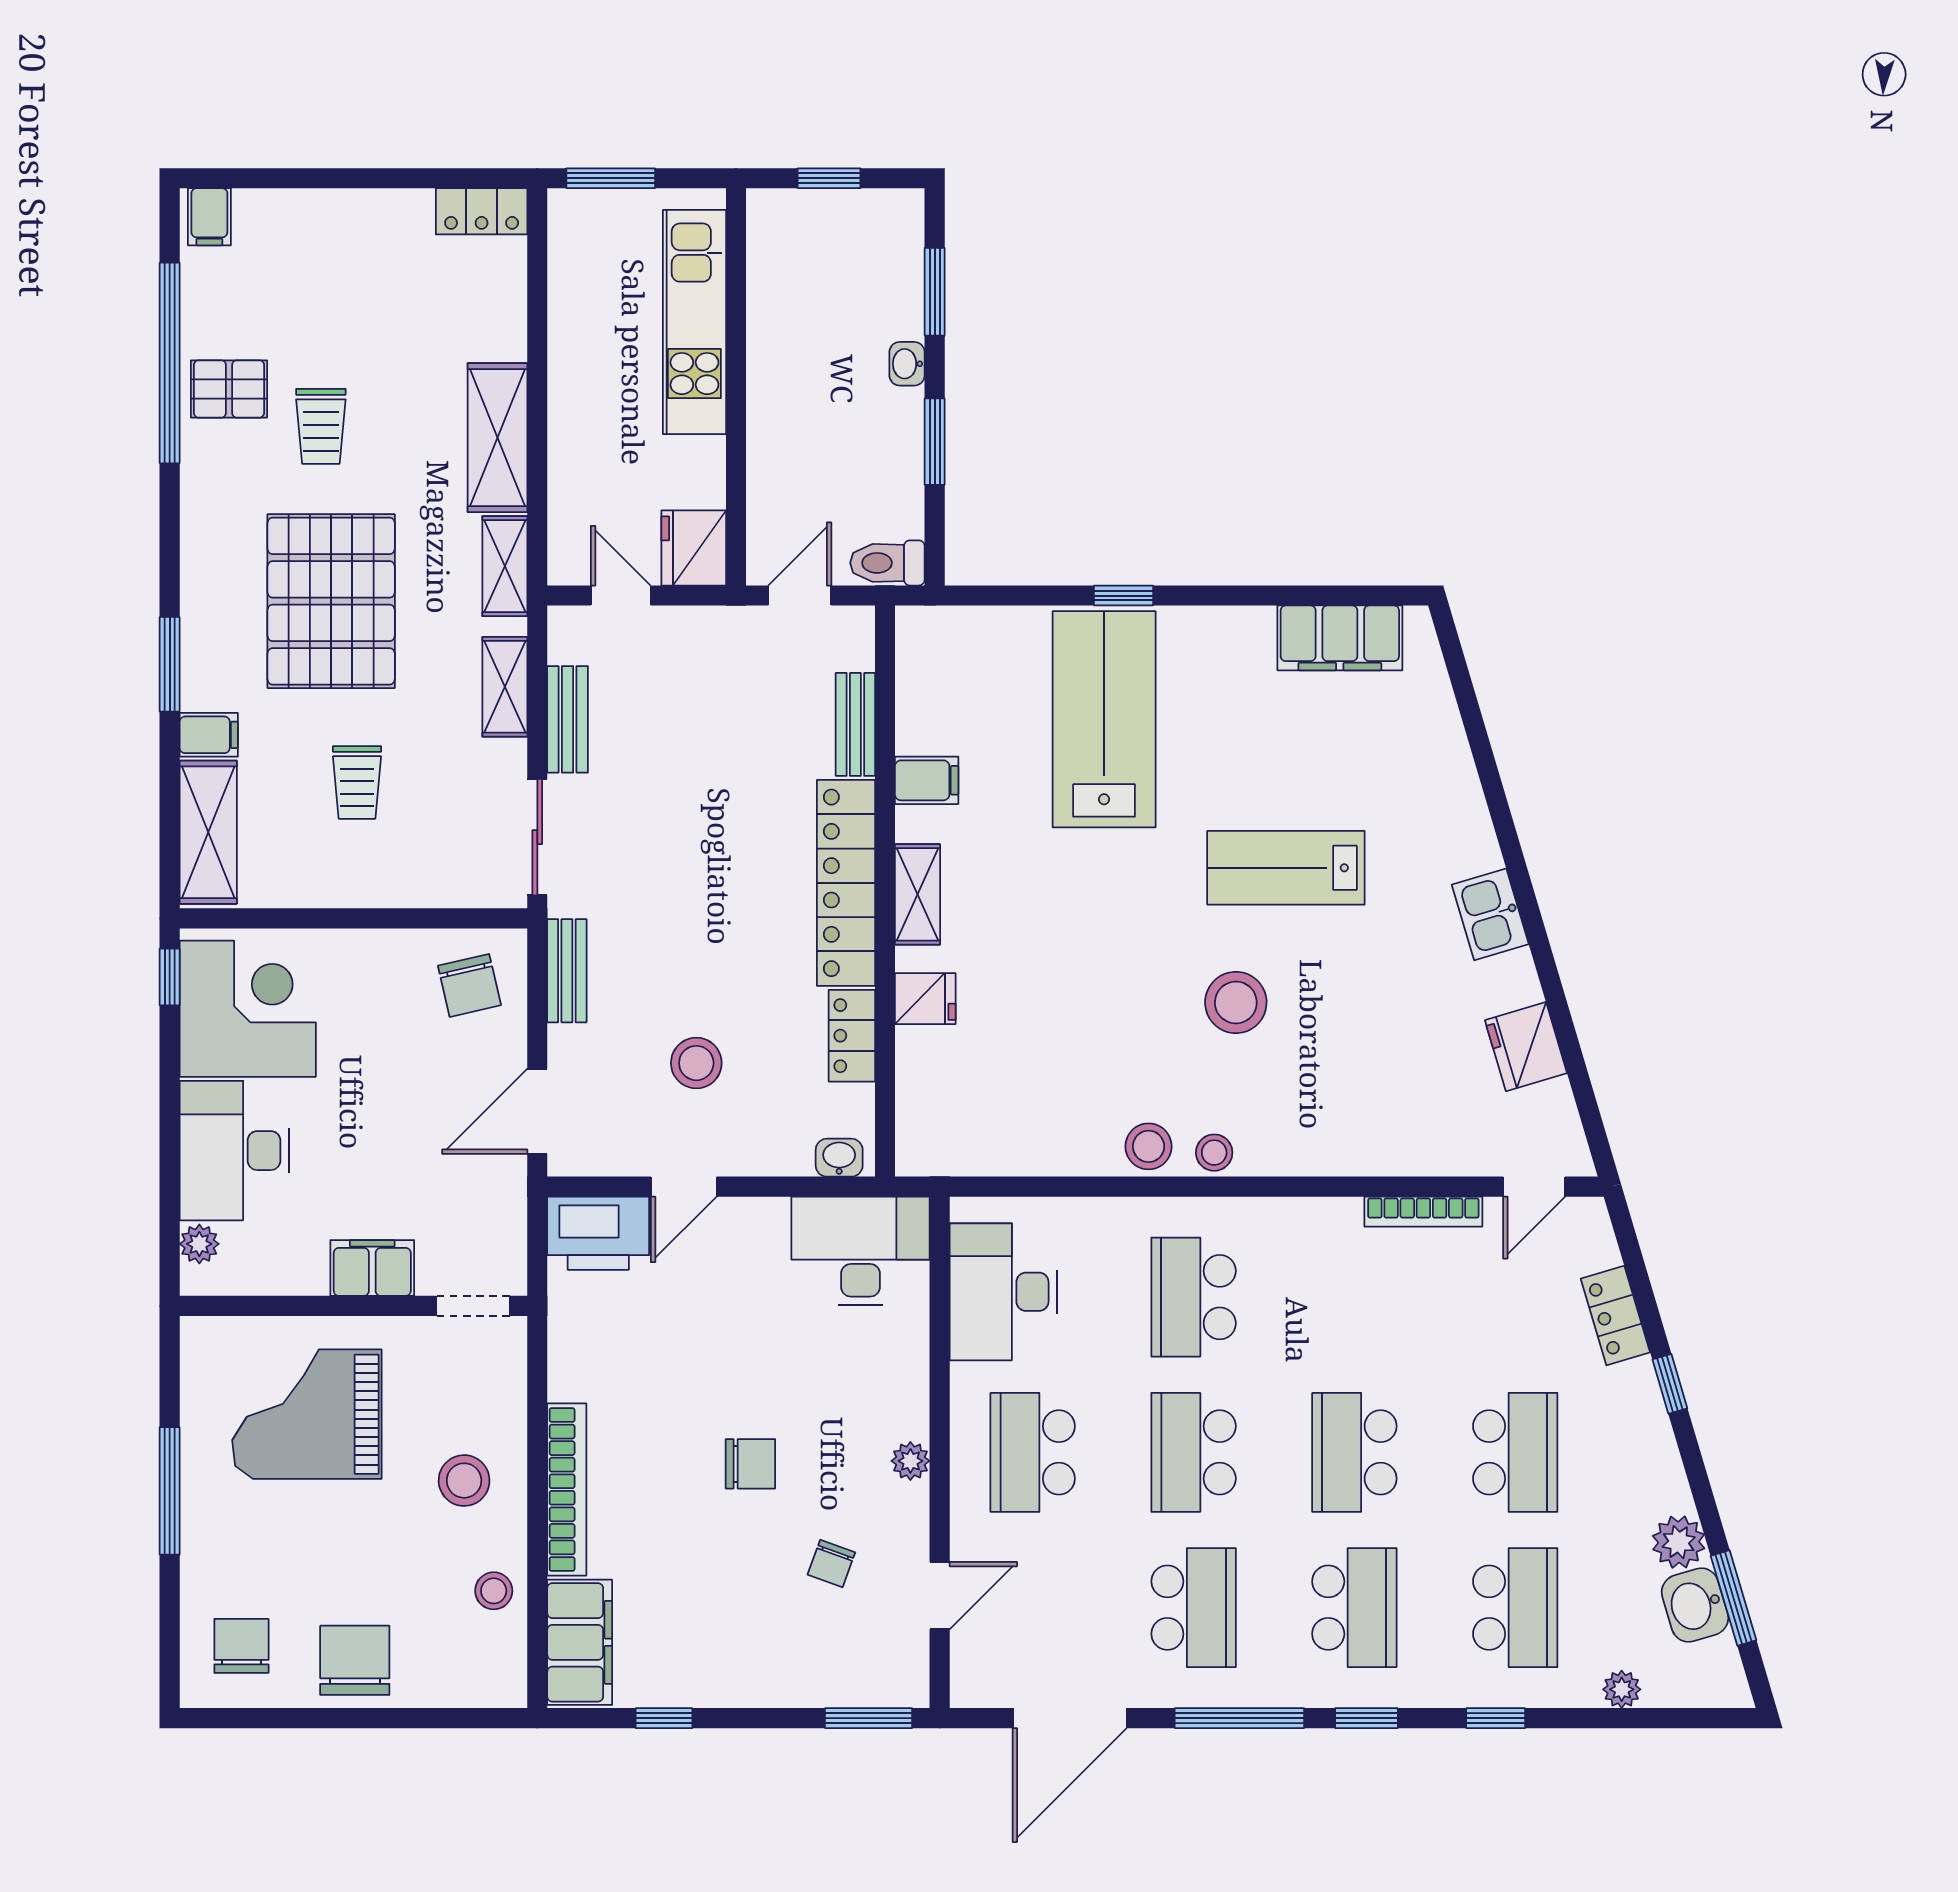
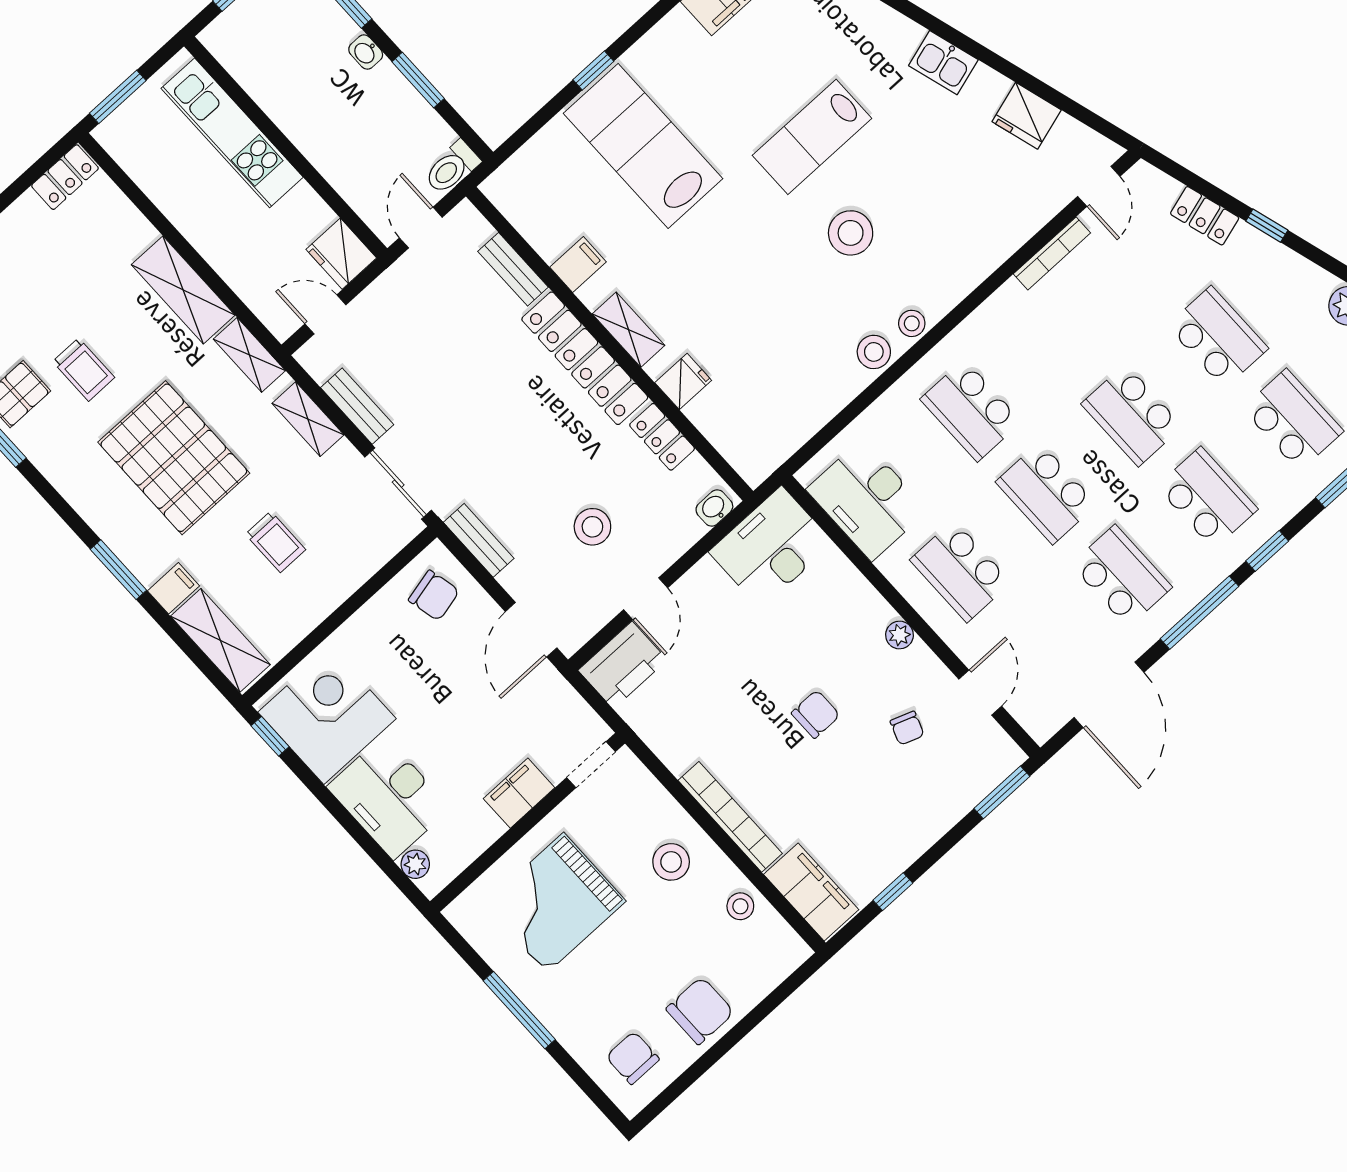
chair: (355, 1660) -> (700, 1011), turned 90

